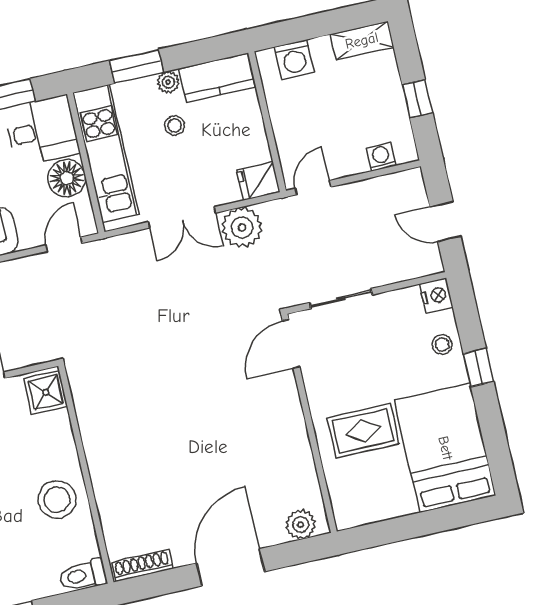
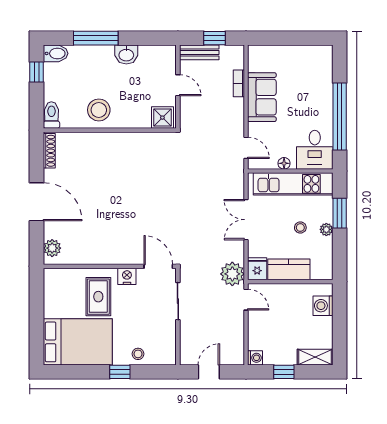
shelving: (362, 41) -> (315, 357), moved, turned 90
kitchen counter: (217, 78) -> (289, 269), moved, turned 90
washing machine: (381, 157) -> (255, 358), moved
floor lamp: (67, 178) -> (284, 163), width x0.53, depth x0.53
plant: (242, 227) -> (232, 274), moved
nightstand: (436, 295) -> (127, 276), moved, turned 180

